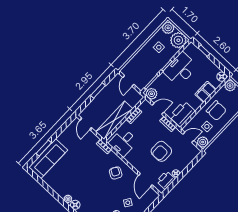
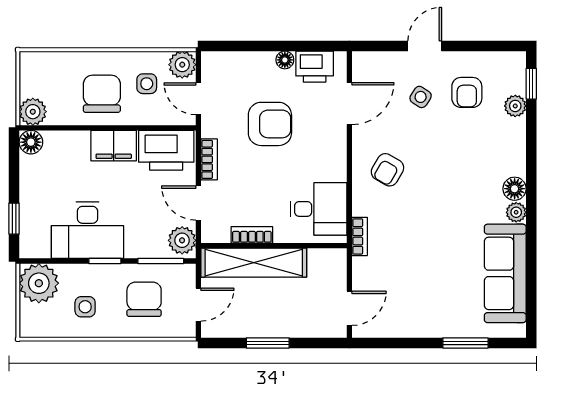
plant: (168, 28) -> (34, 323), removed
chair: (145, 66) -> (144, 299), added
filing cabinet: (205, 92) -> (114, 146), moved
shelving: (114, 120) -> (254, 263), moved
sofa: (48, 159) -> (505, 273), moved, turned -90

